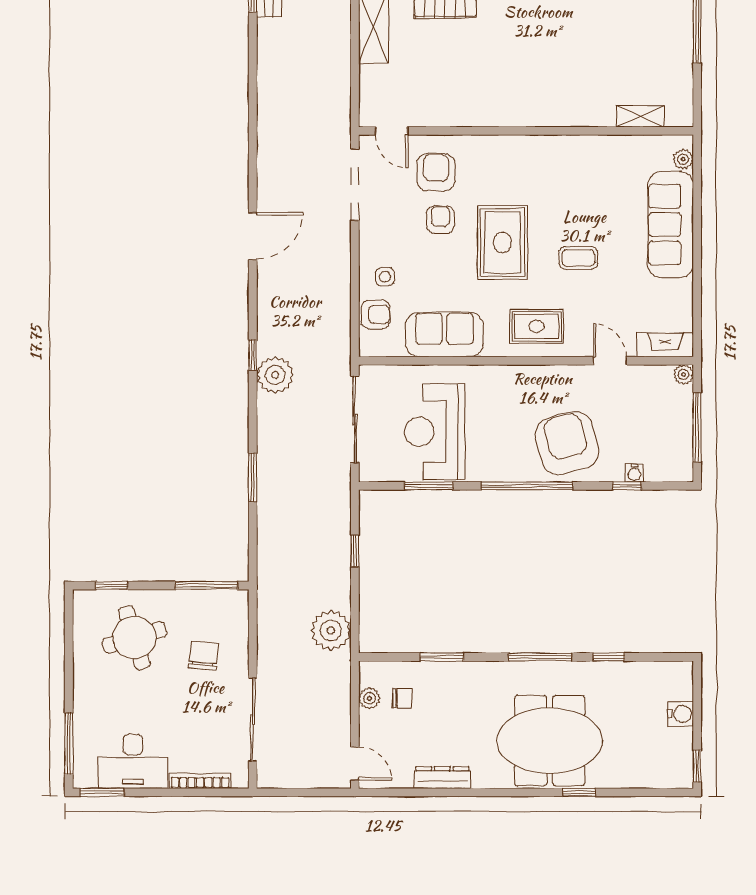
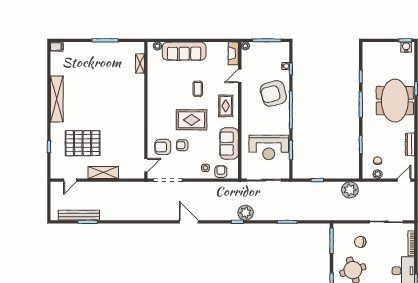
water cooler: (681, 714) -> (406, 47), moved

